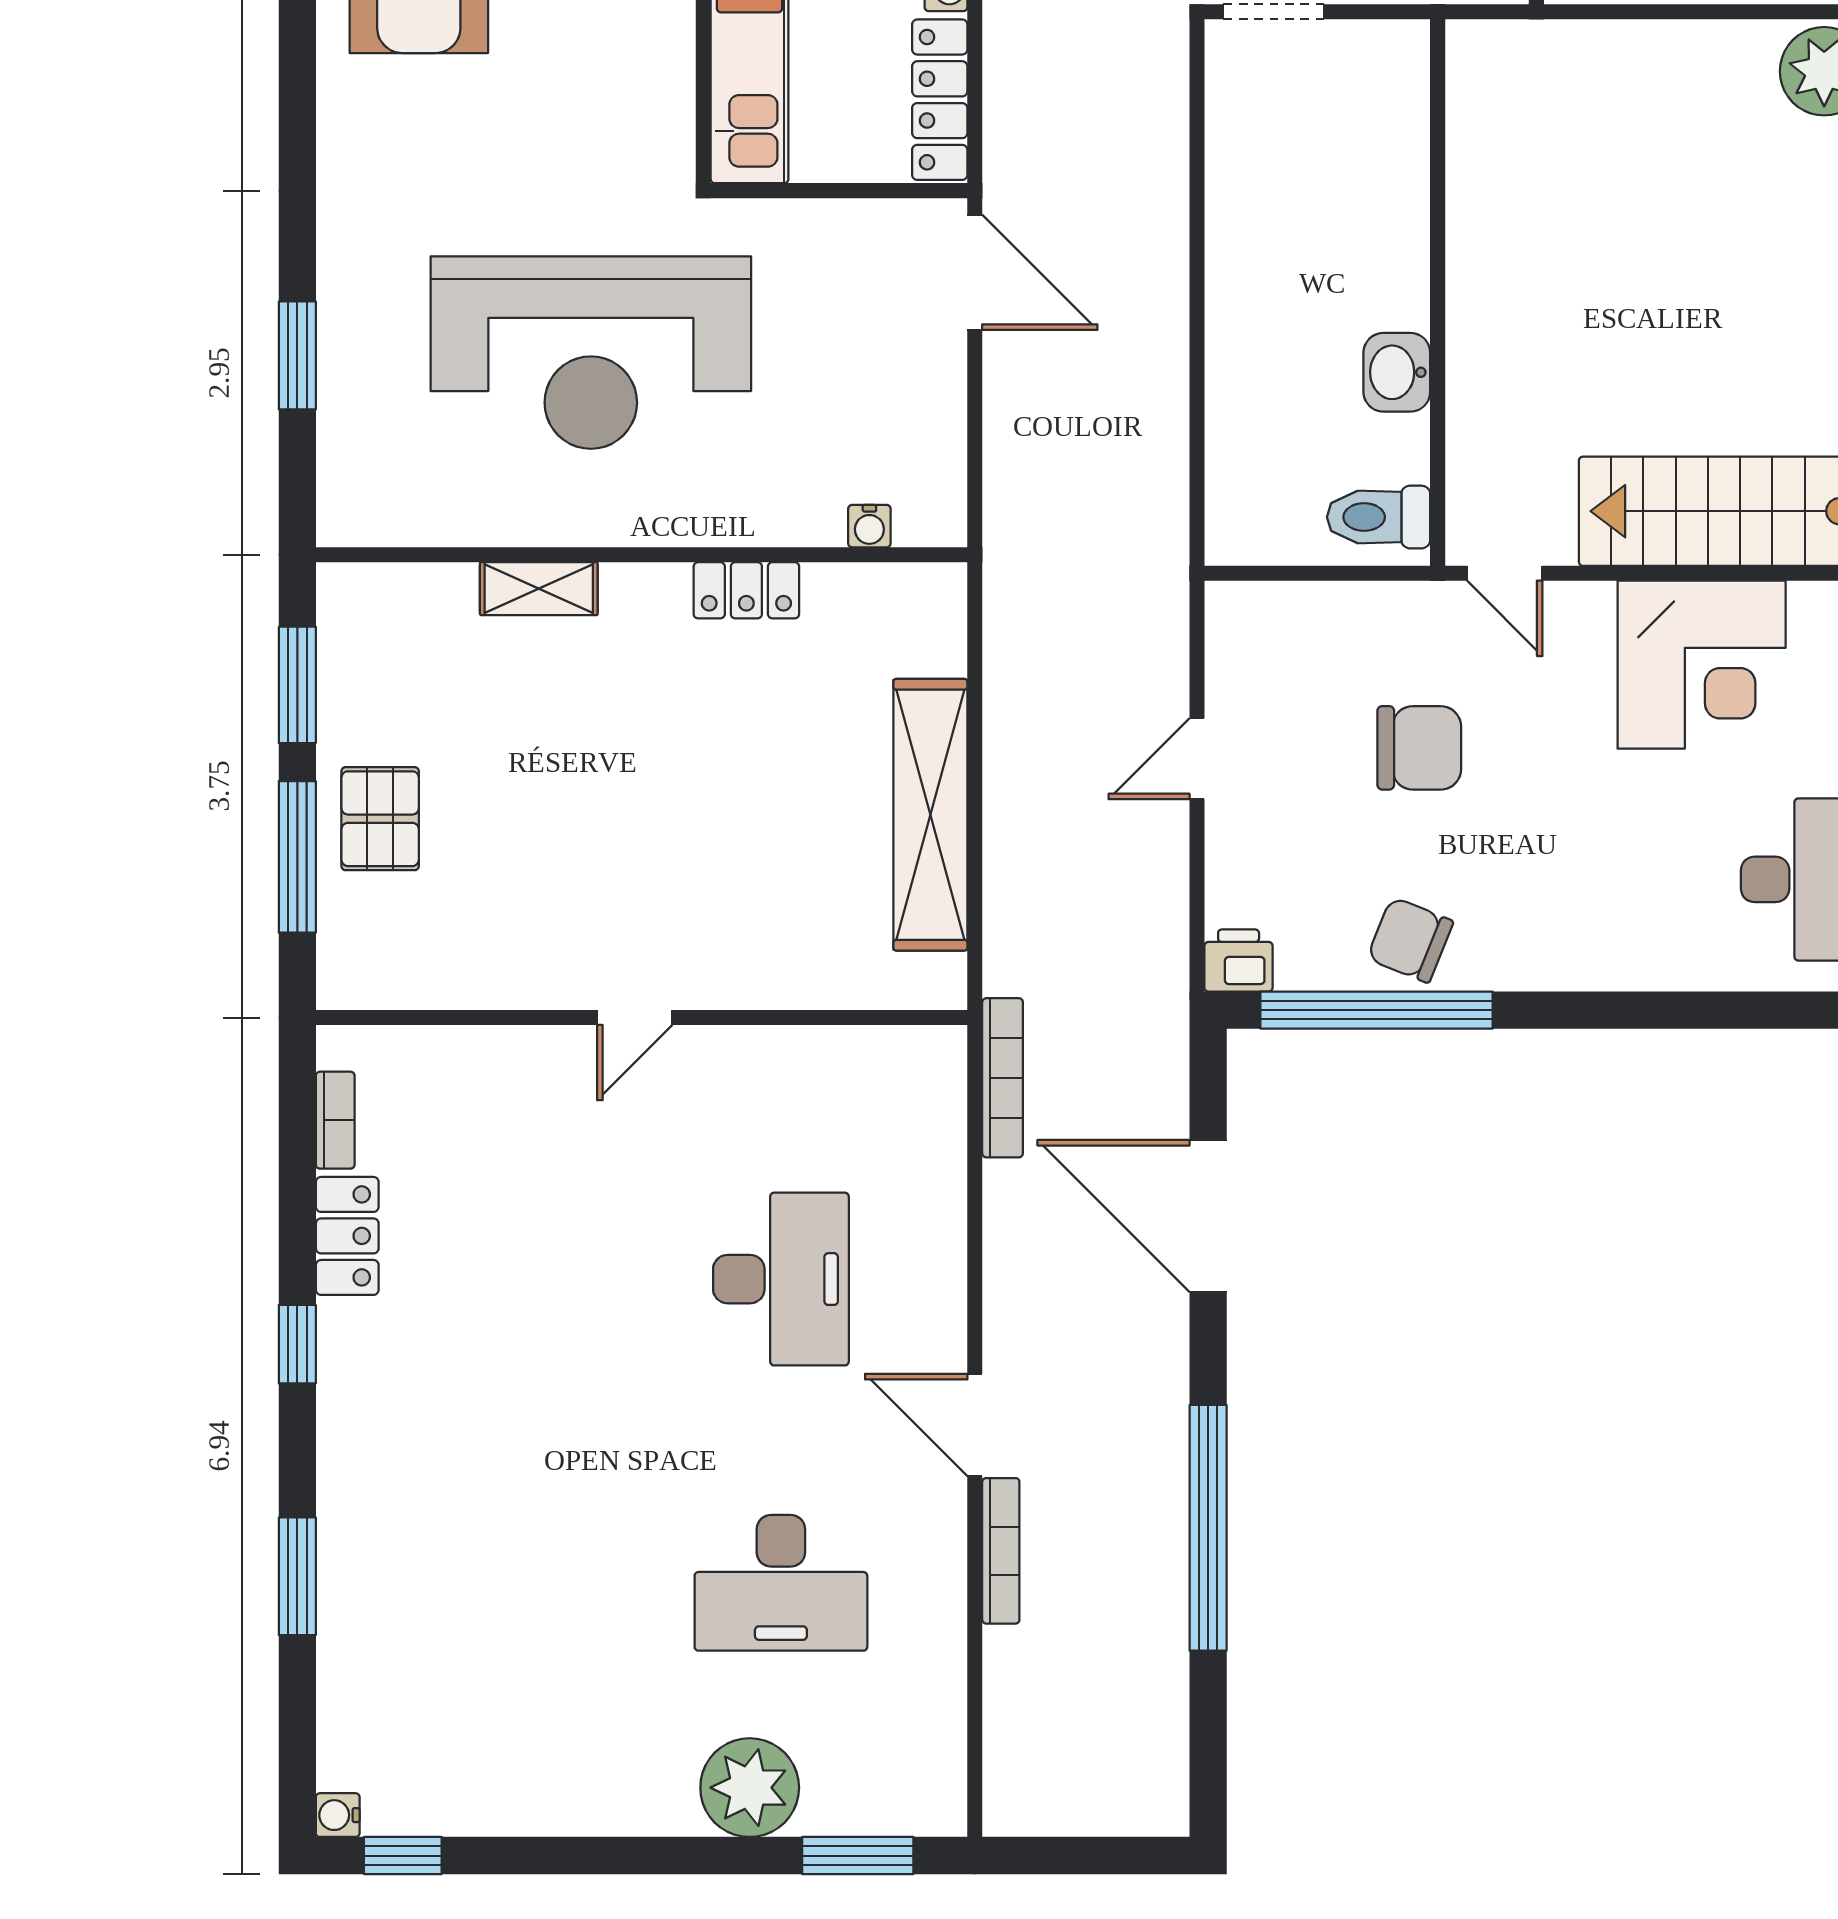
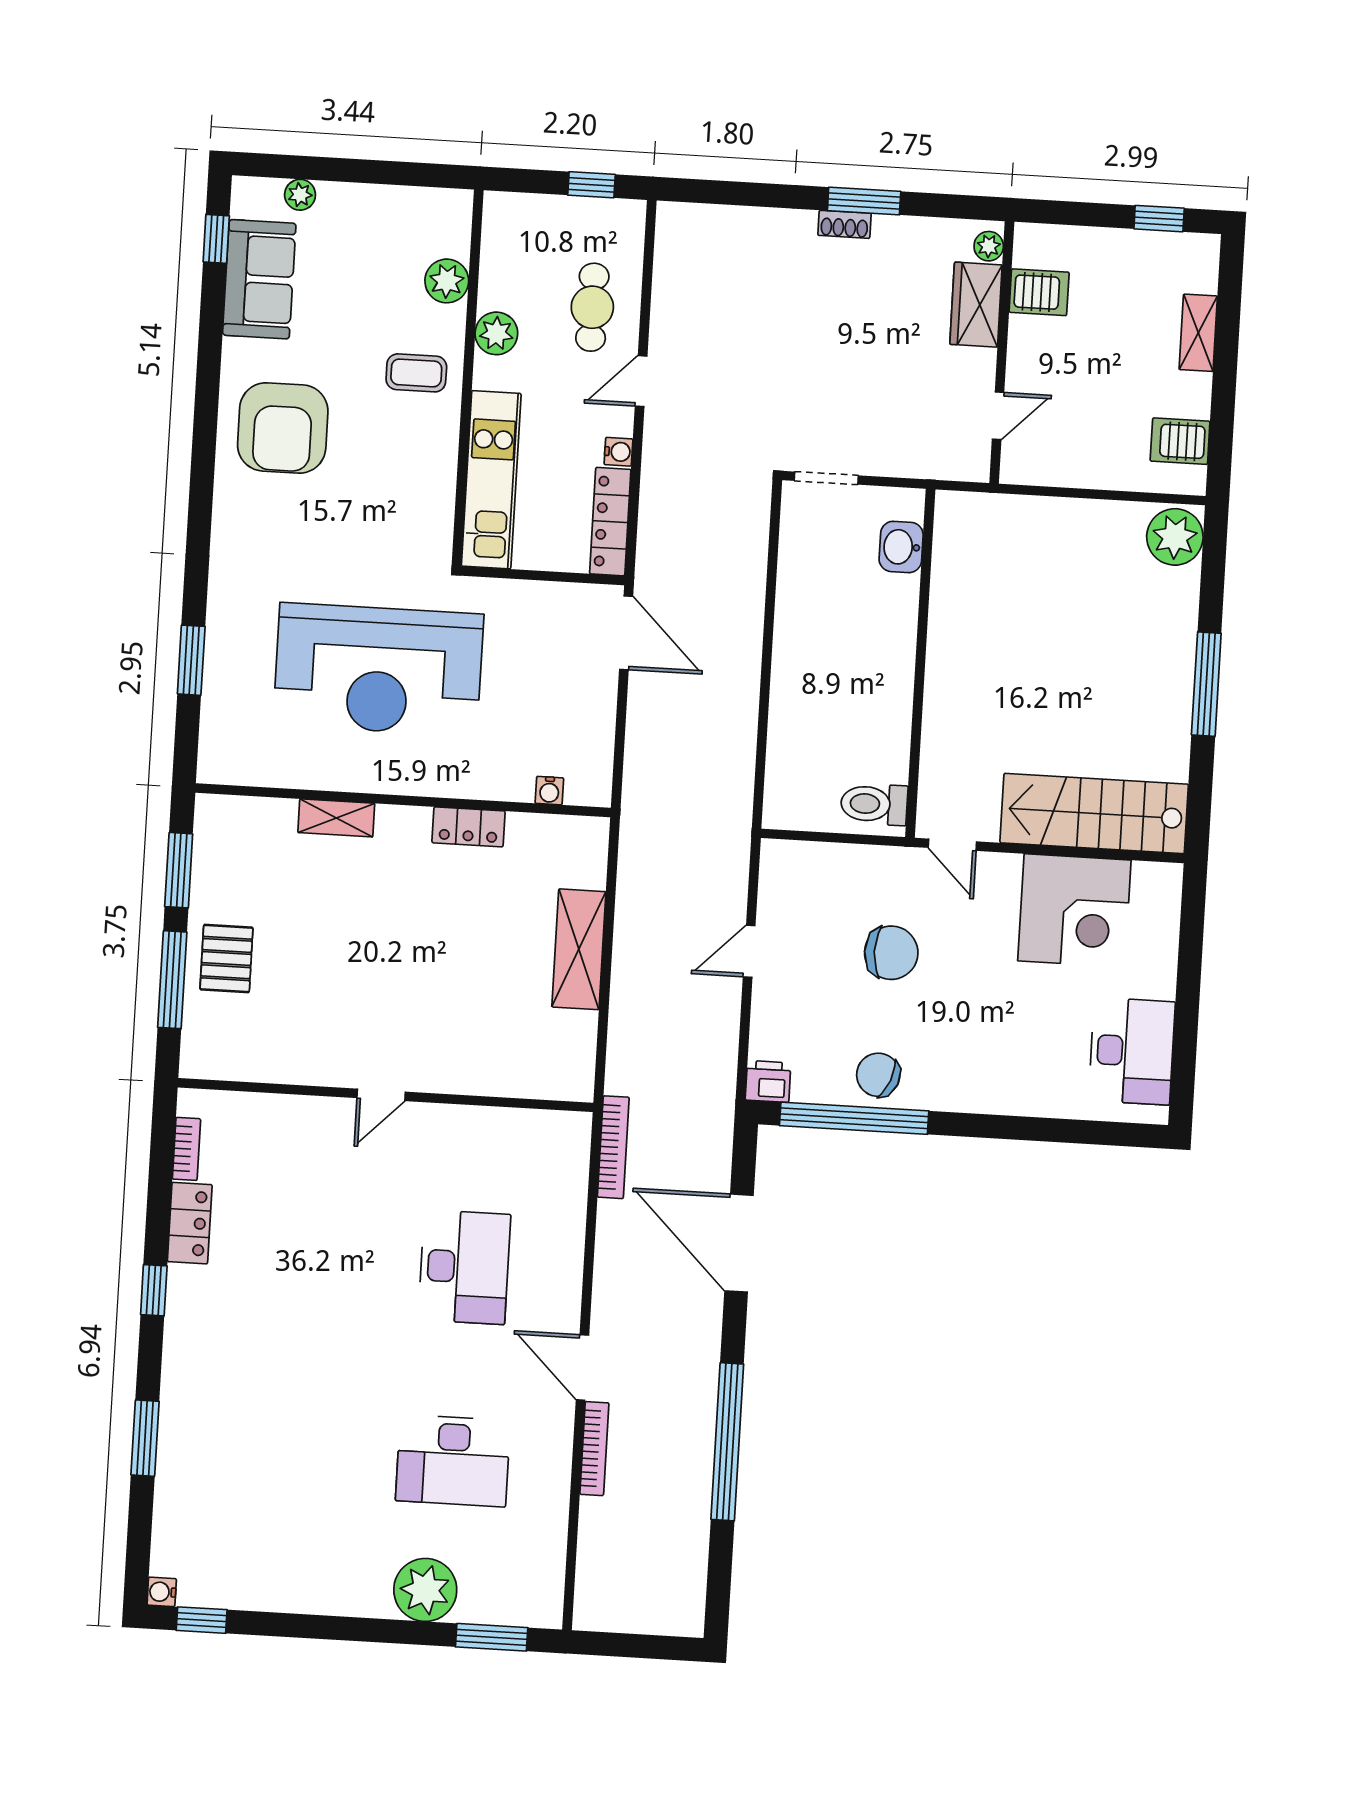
washbasin: (1397, 372) -> (901, 547), moved
shelving: (930, 815) -> (579, 949), width x0.68

